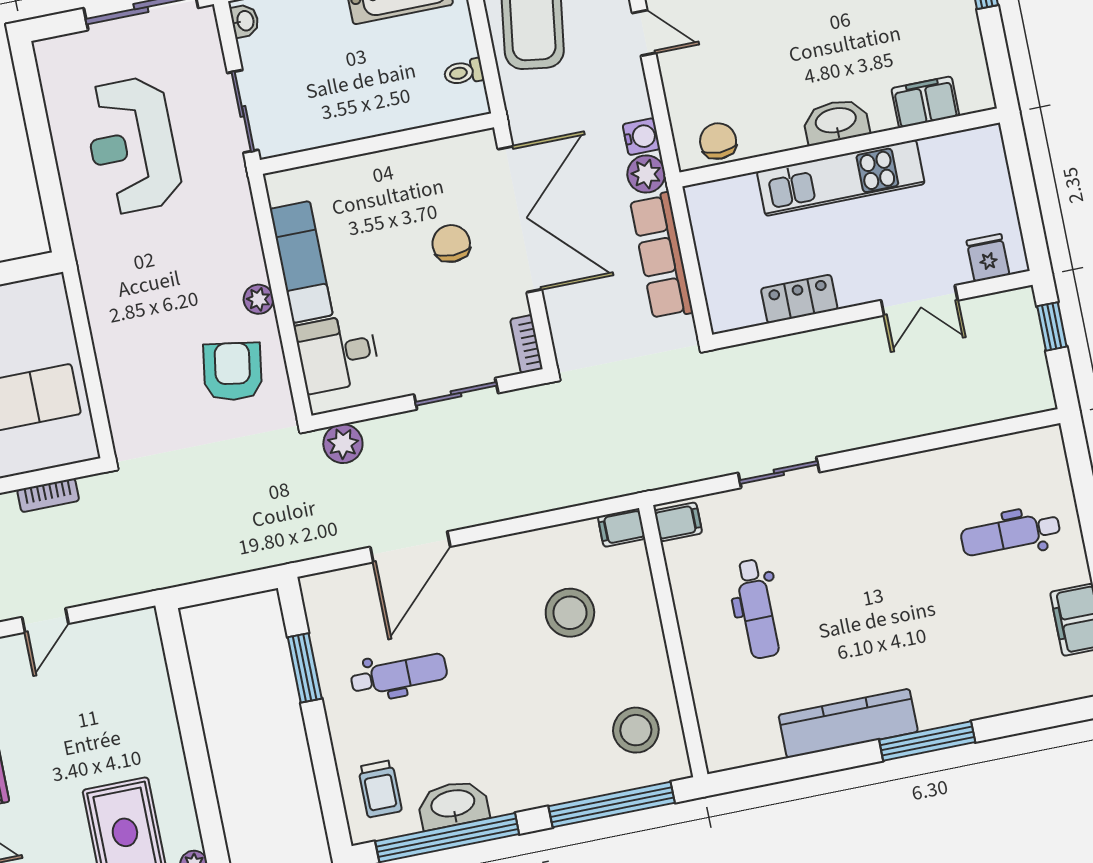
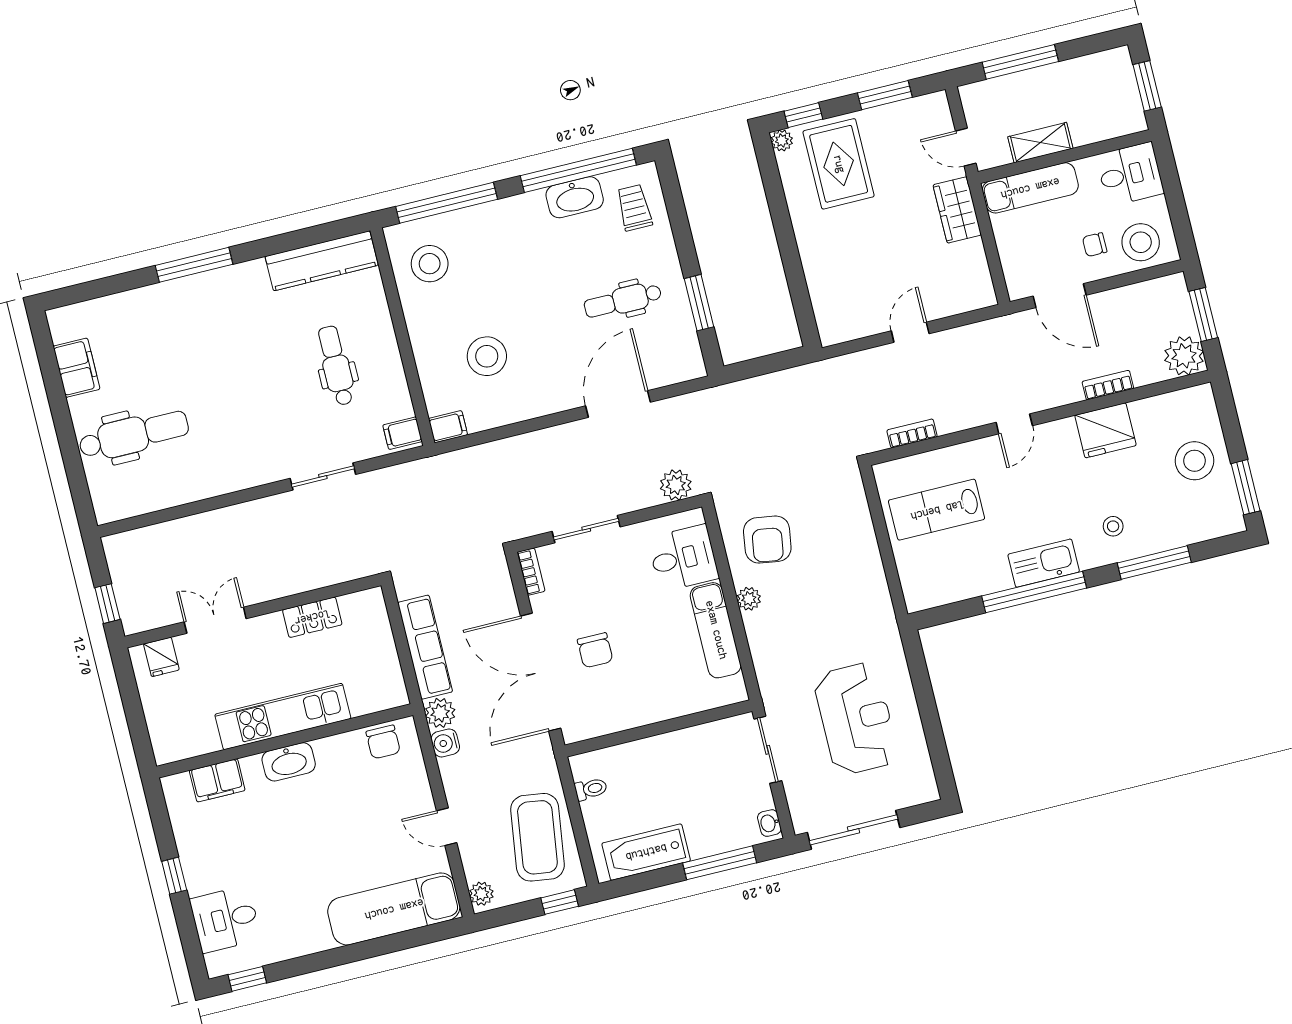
dental chair: (1011, 534) -> (134, 435), width x1.36, depth x1.38
kitchen counter: (848, 723) -> (322, 261), moved

